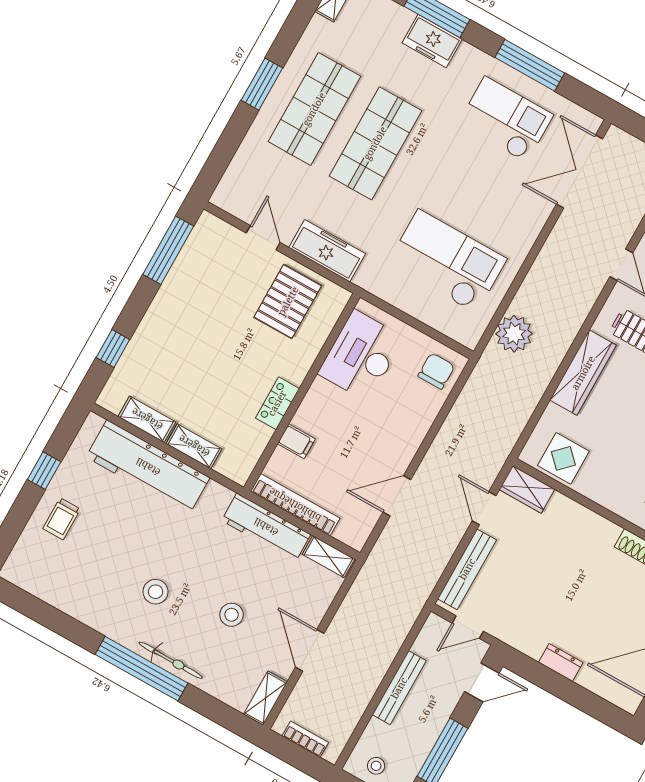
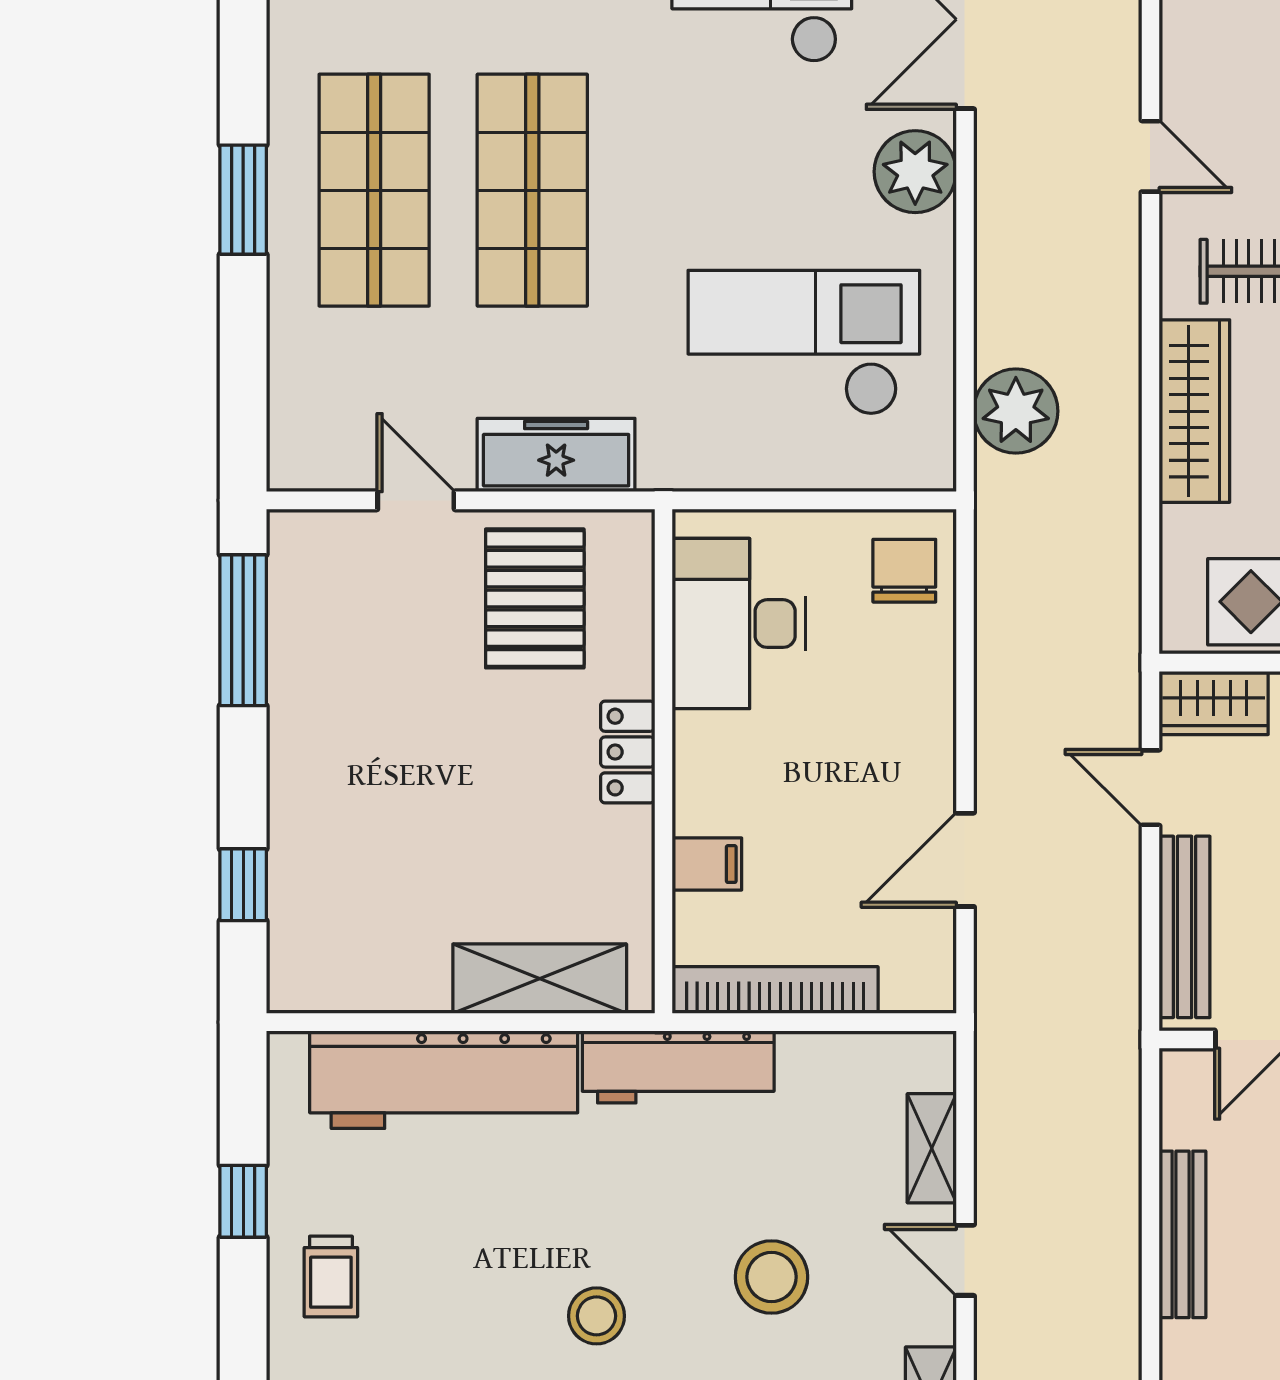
plant: (527, 219) -> (915, 172), added
locker: (277, 403) -> (628, 752), moved
shelving: (147, 419) -> (388, 987), removed
shelving: (194, 446) -> (540, 979), width x1.50, depth x1.33
workbench: (266, 527) -> (678, 1067), moved
shelving: (328, 557) -> (932, 1148), moved, turned 90
stool: (232, 615) -> (772, 1277), width x1.38, depth x1.38
door: (310, 650) -> (965, 1260), width x0.73

